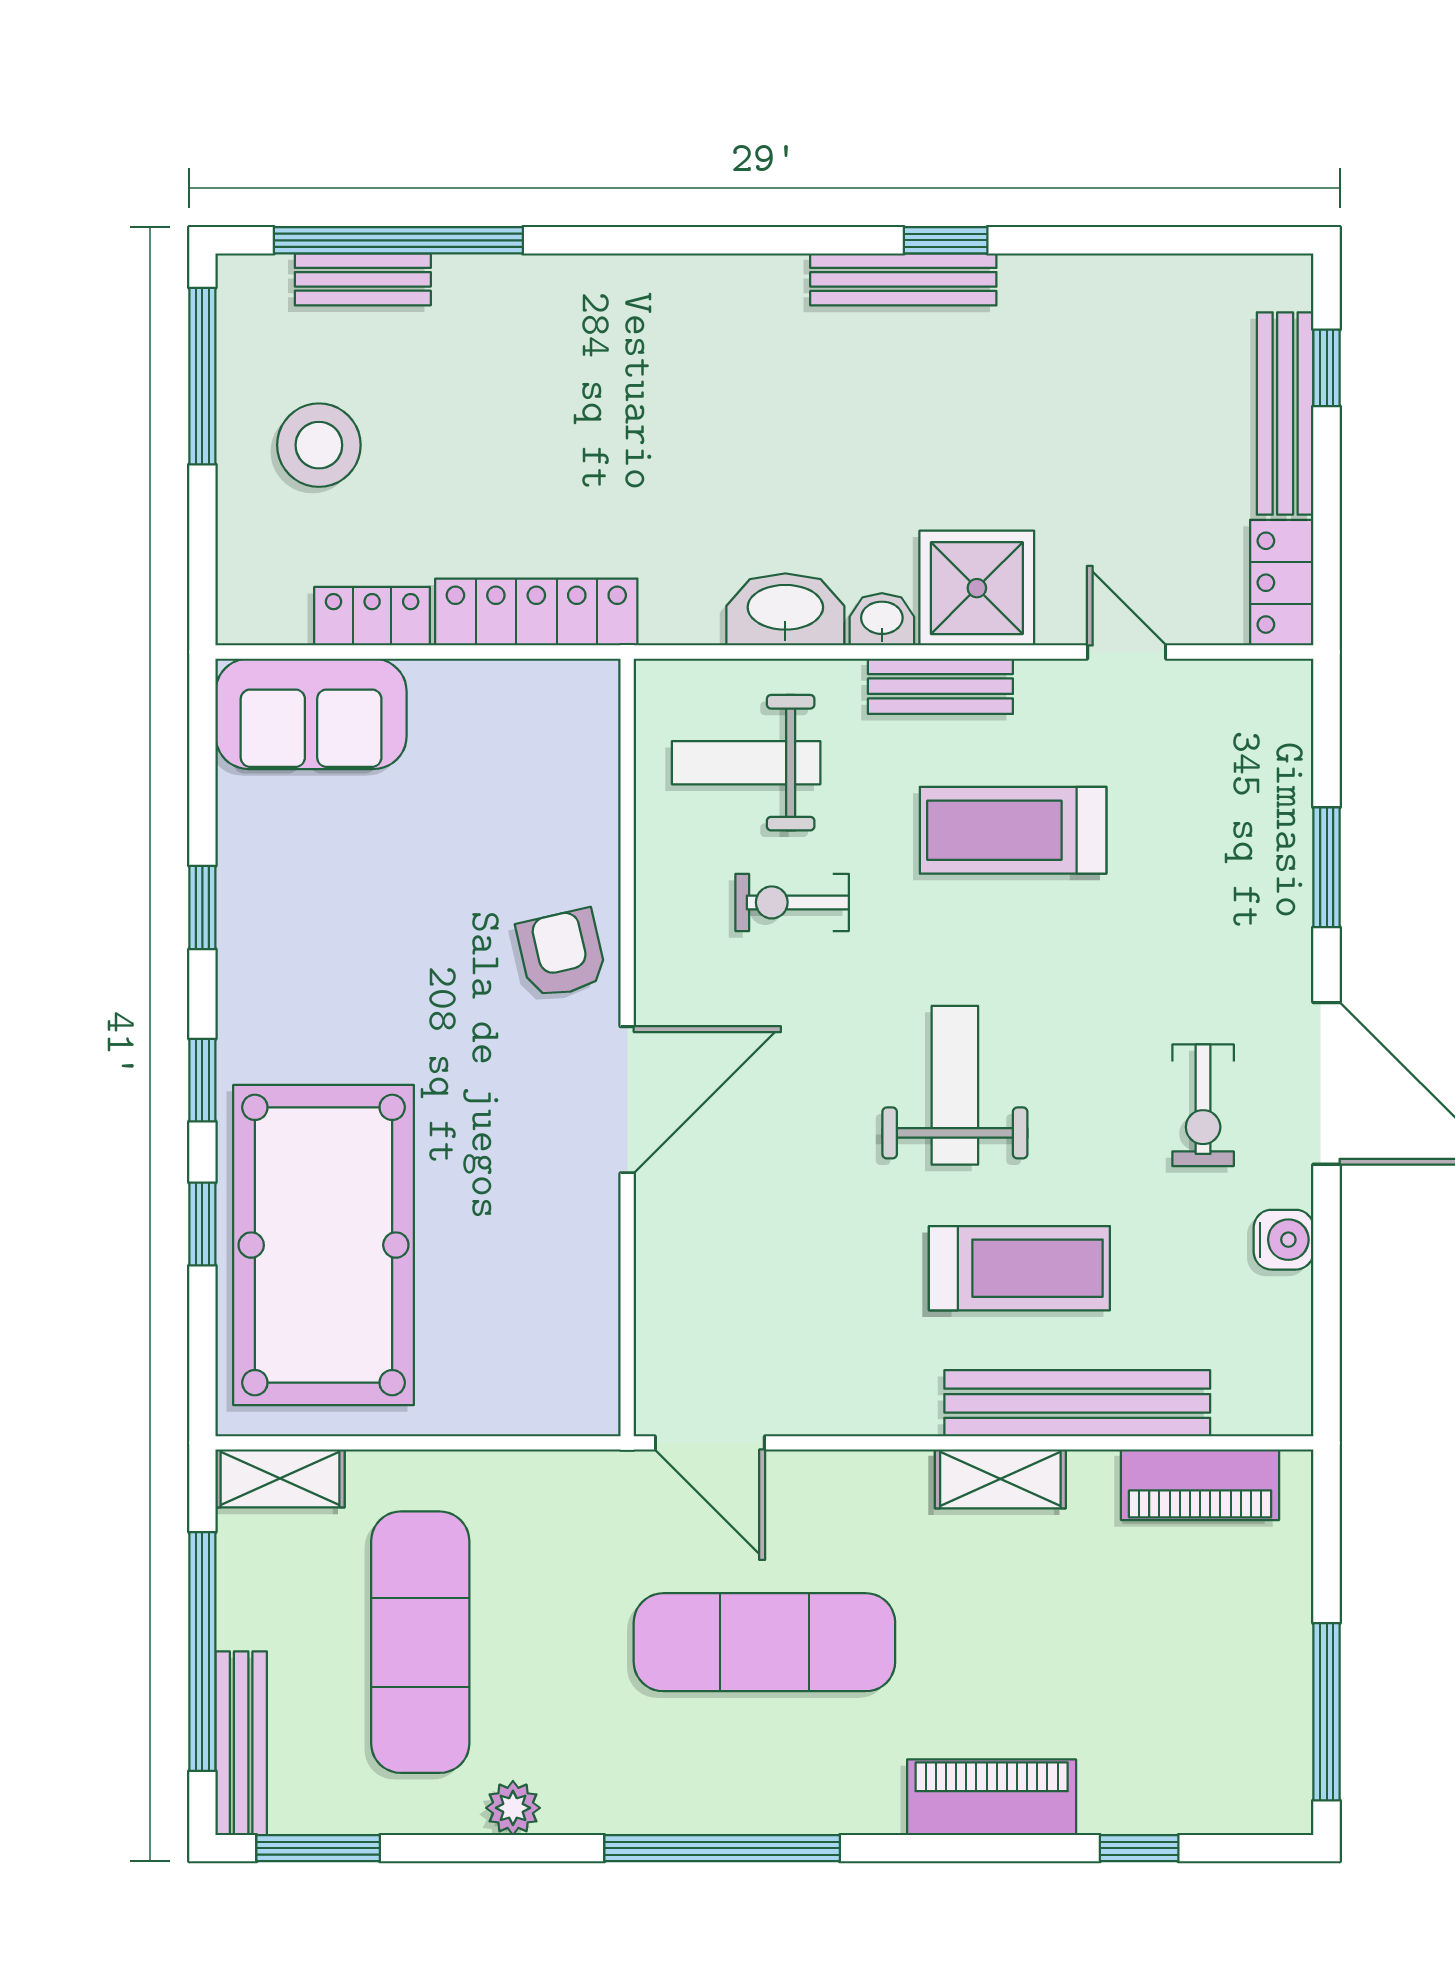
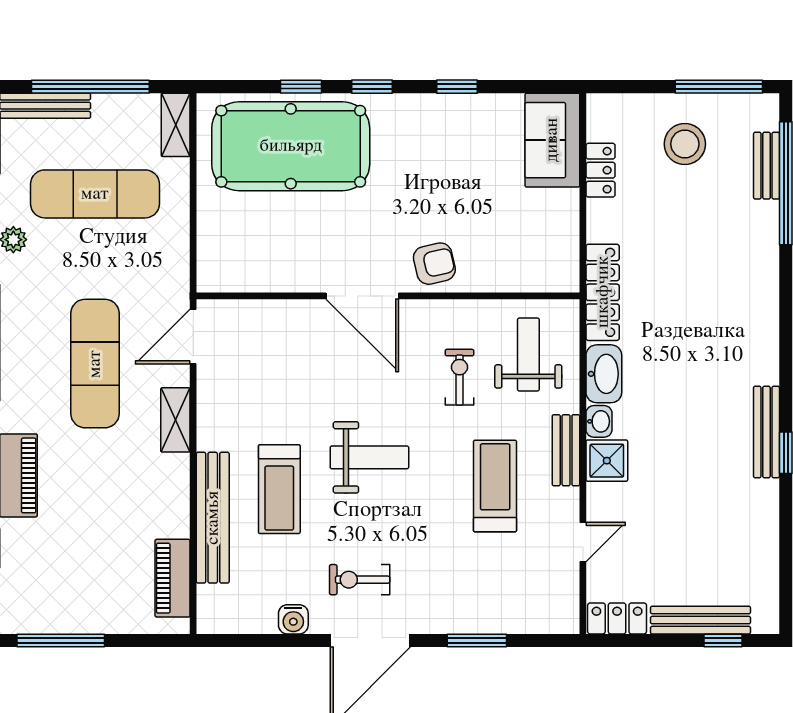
shower: (977, 588) -> (607, 461), width x0.73, depth x0.73
locker: (536, 612) -> (603, 292), moved
shelving: (1000, 1479) -> (175, 420), moved

